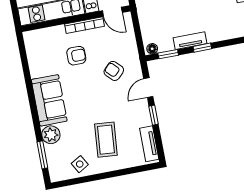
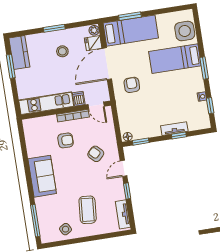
tv unit: (190, 41) -> (174, 129), moved
window: (202, 48) -> (179, 135), moved
plant: (51, 135) -> (43, 204), removed
window: (42, 155) -> (35, 221), width x1.44

